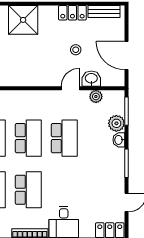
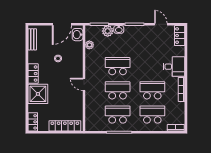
locker: (72, 13) -> (33, 74), moved
washbasin: (91, 79) -> (78, 35), moved
door: (71, 88) -> (84, 84), moved

